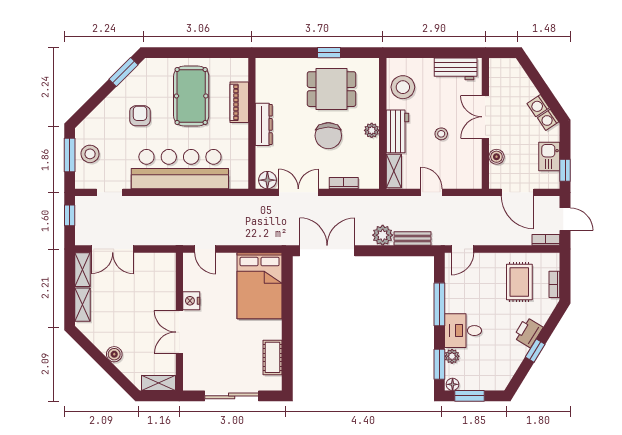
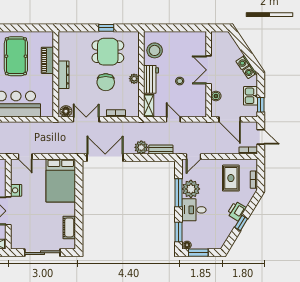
workbench: (456, 69) -> (189, 39), removed
plant: (452, 356) -> (191, 189), moved, width x1.87, depth x1.87

